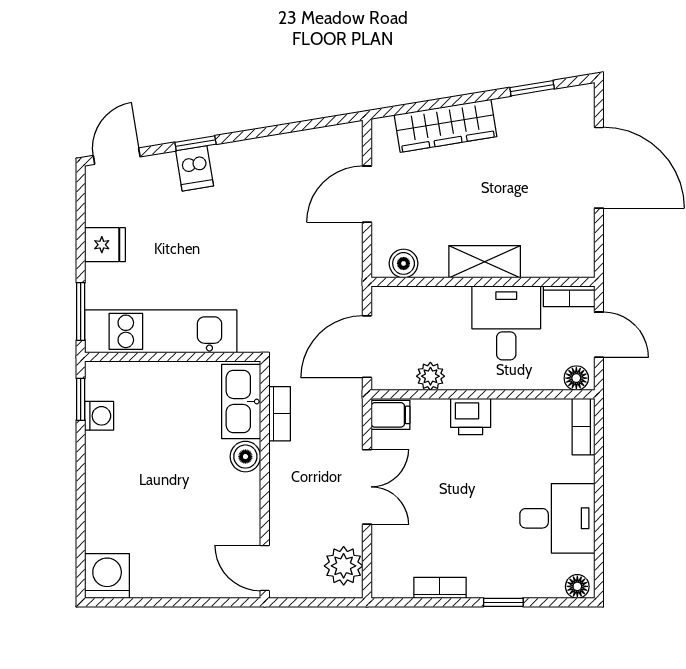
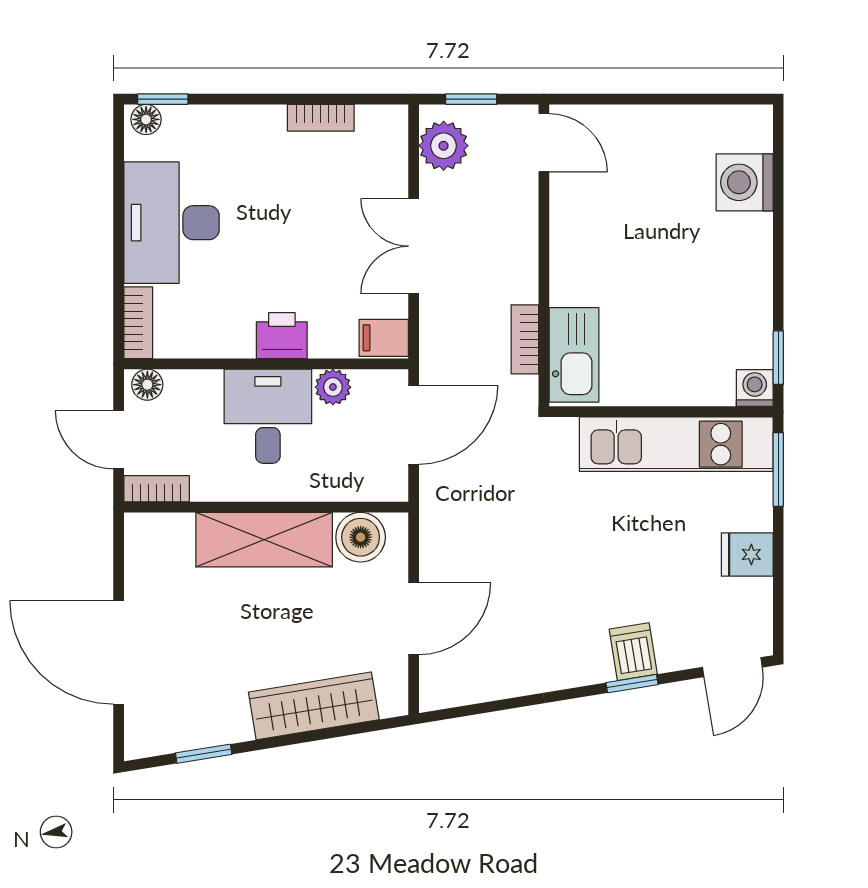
shelving: (485, 262) -> (264, 540), width x1.50, depth x1.33
boiler: (404, 263) -> (361, 537), width x1.36, depth x1.36
desk: (506, 323) -> (268, 416), moved, turned 180
washing machine: (99, 416) -> (755, 388), moved, turned 90
boiler: (245, 457) -> (568, 285), removed
desk: (557, 518) -> (171, 223), width x1.37
washing machine: (107, 576) -> (745, 182), moved, turned 90
window: (322, 602) -> (471, 99), added
window: (503, 602) -> (163, 99), moved

